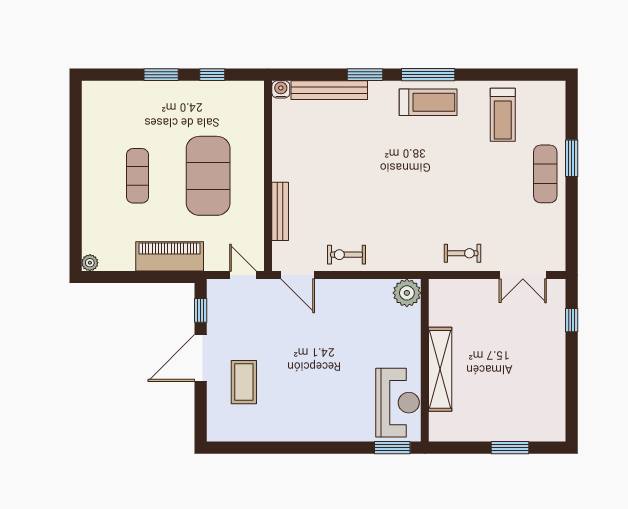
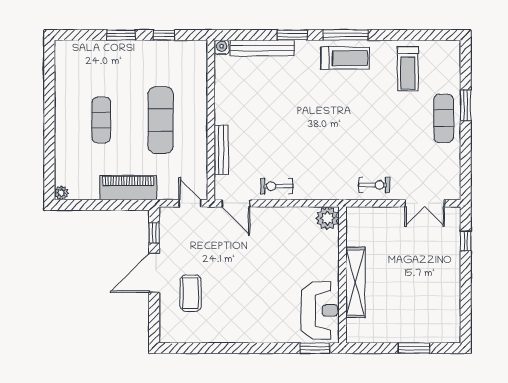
exercise mat: (208, 176) -> (161, 120), width x0.68

